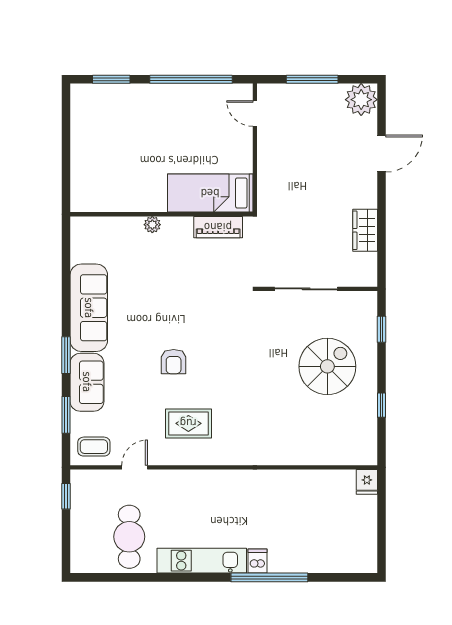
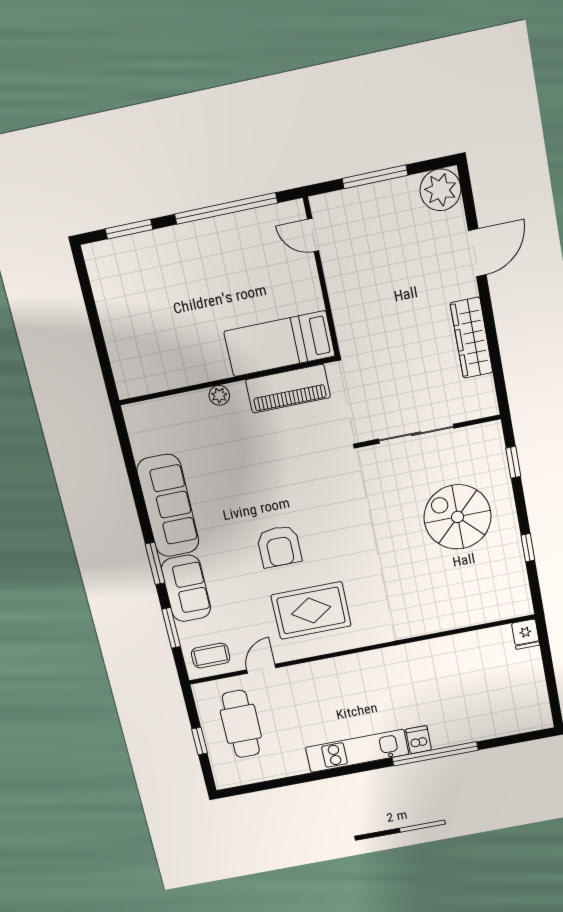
piano: (218, 227) -> (288, 389), width x1.37, depth x1.33
wardrobe: (365, 230) -> (471, 338), width x1.50
armchair: (174, 362) -> (279, 546), width x1.38, depth x1.38
spiral stairs: (327, 366) -> (458, 517), turned -90
rug: (188, 423) -> (311, 610), width x1.36, depth x1.43
window: (66, 496) -> (200, 741), moved
cafe table: (129, 537) -> (241, 724), moved

